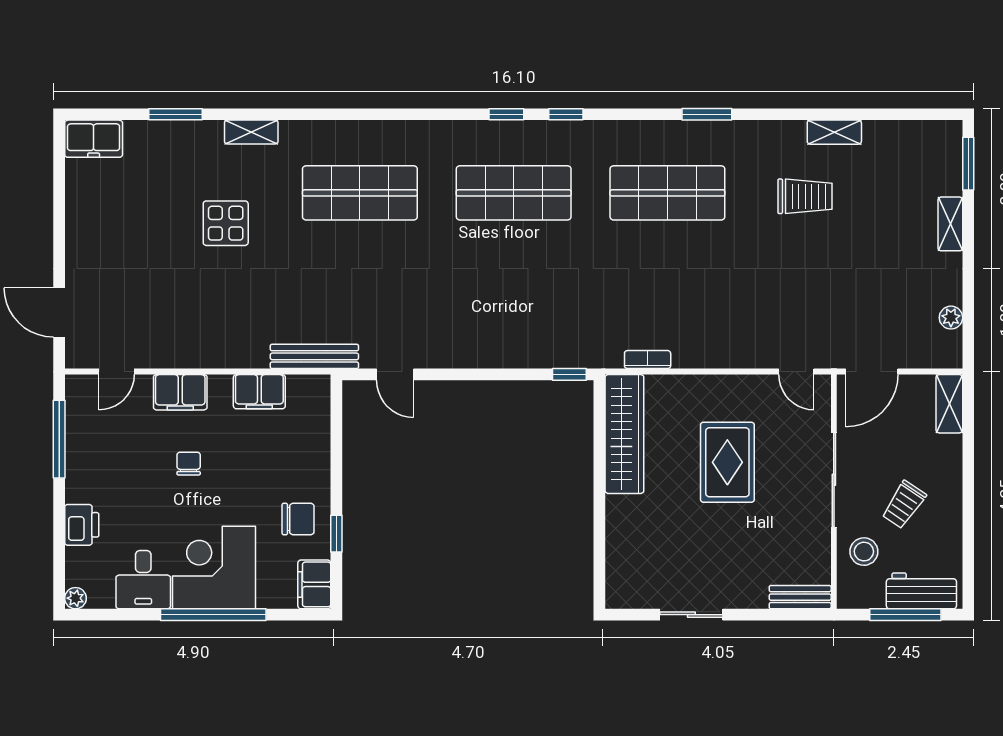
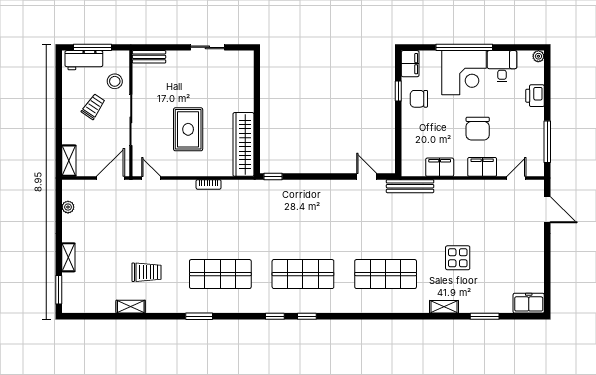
trolley: (805, 196) -> (146, 272), turned 180
bookcase: (648, 360) -> (209, 184), moved
chair: (189, 464) -> (478, 129), width x1.87, depth x1.87

